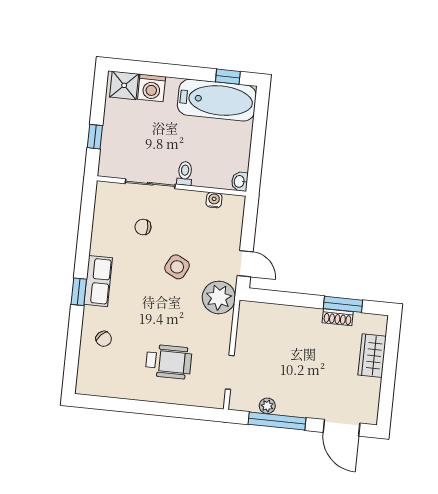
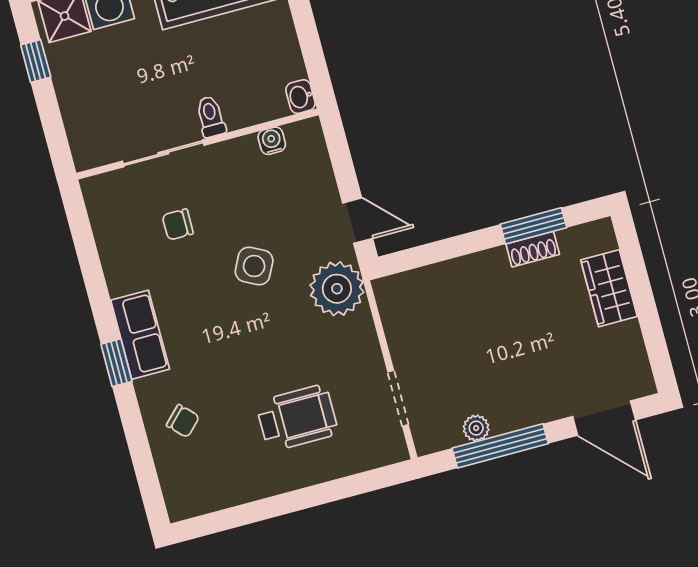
window: (95, 137) -> (36, 61), moved

